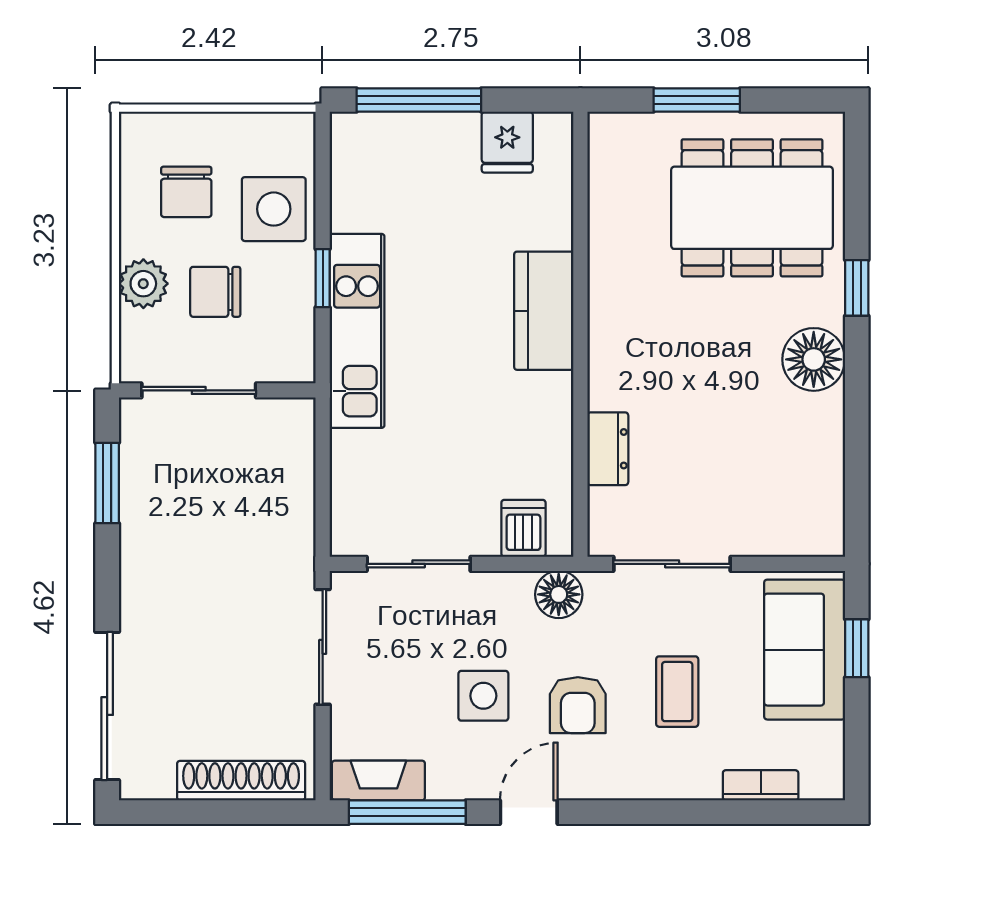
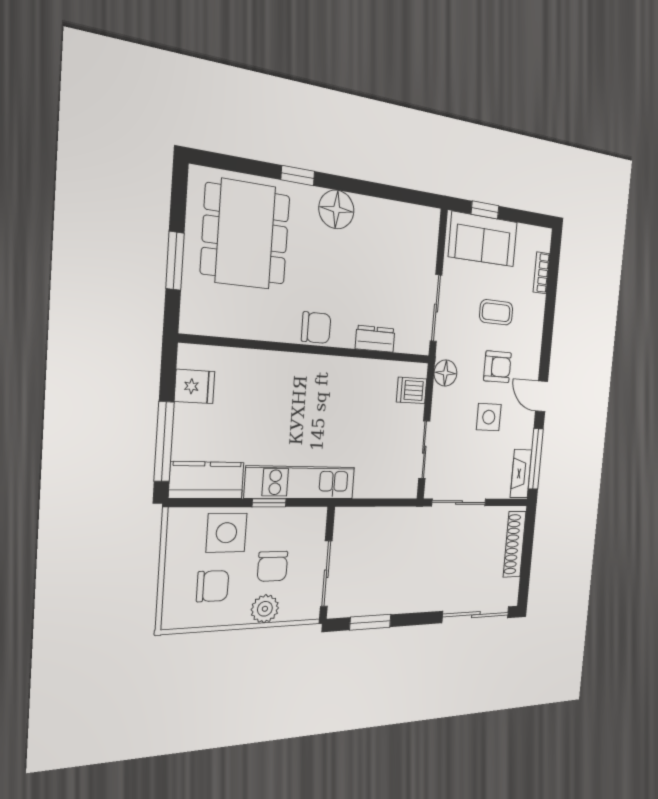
kitchen counter: (544, 311) -> (207, 480), moved, turned 180
chair: (617, 339) -> (316, 328), added

